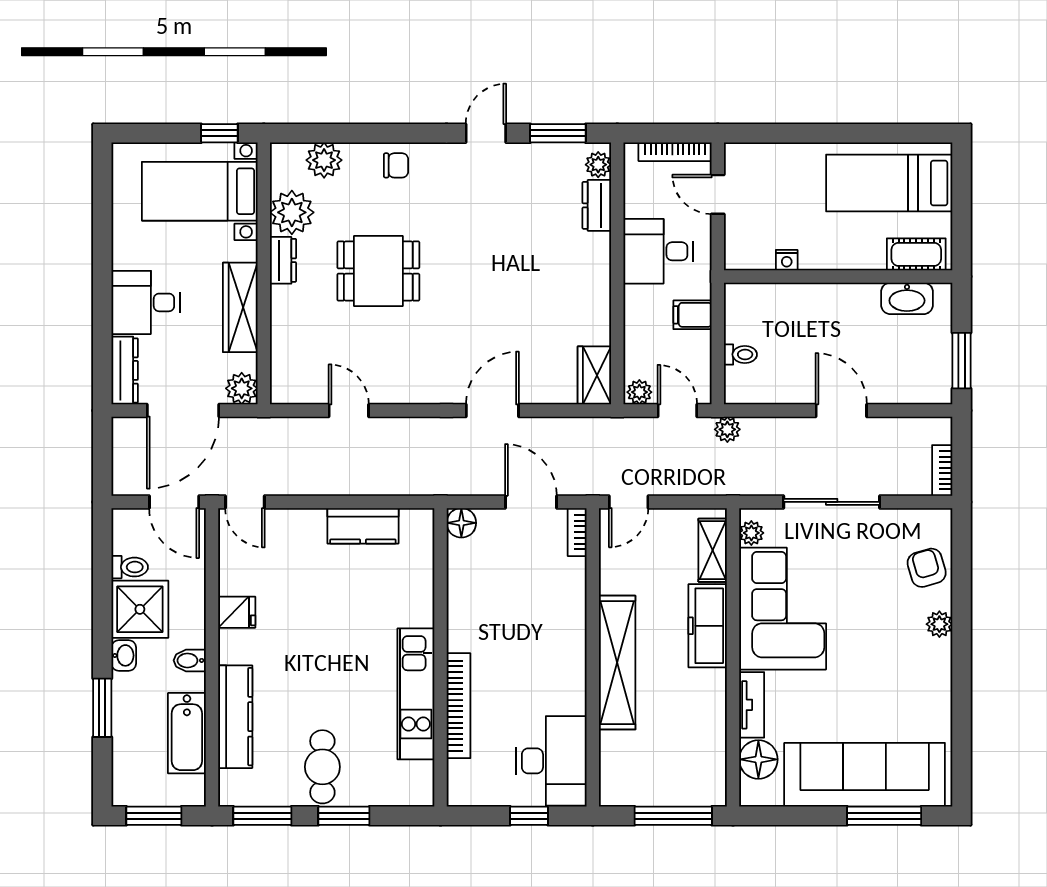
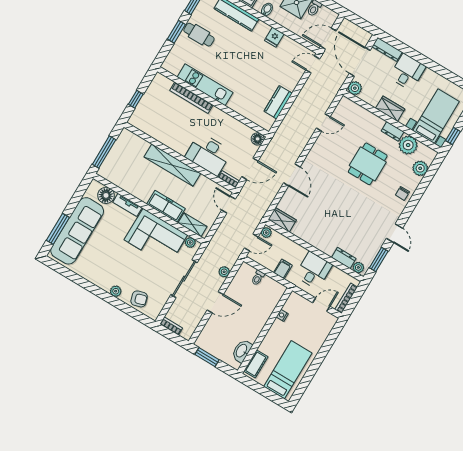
wardrobe: (240, 307) -> (390, 109), width x0.67
plant: (727, 429) -> (224, 272), moved
desk: (551, 761) -> (208, 154), moved

